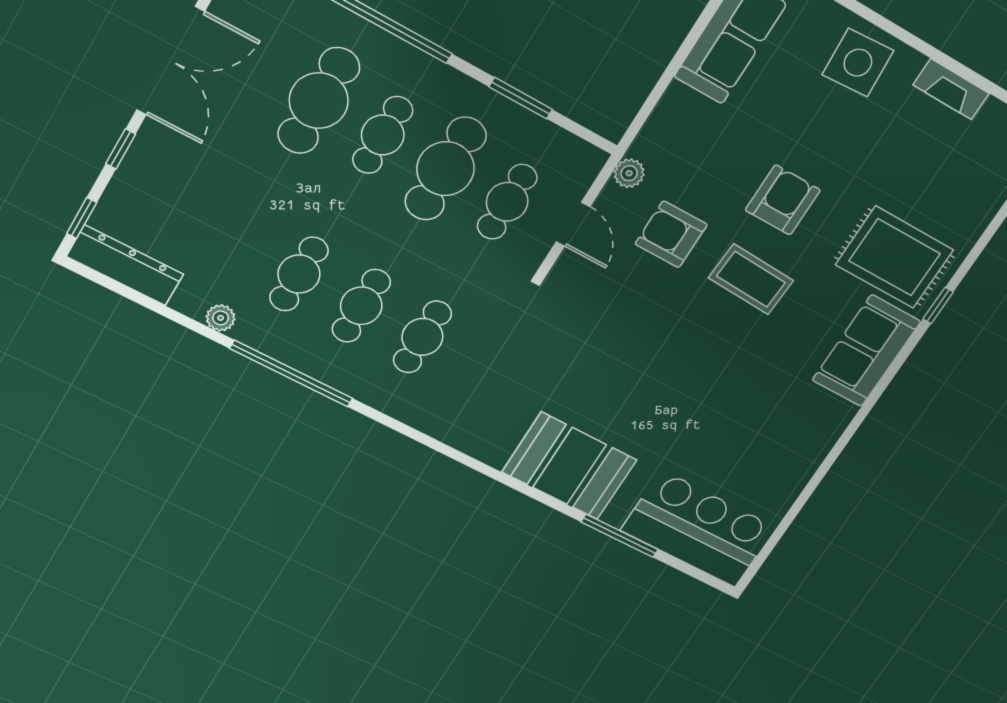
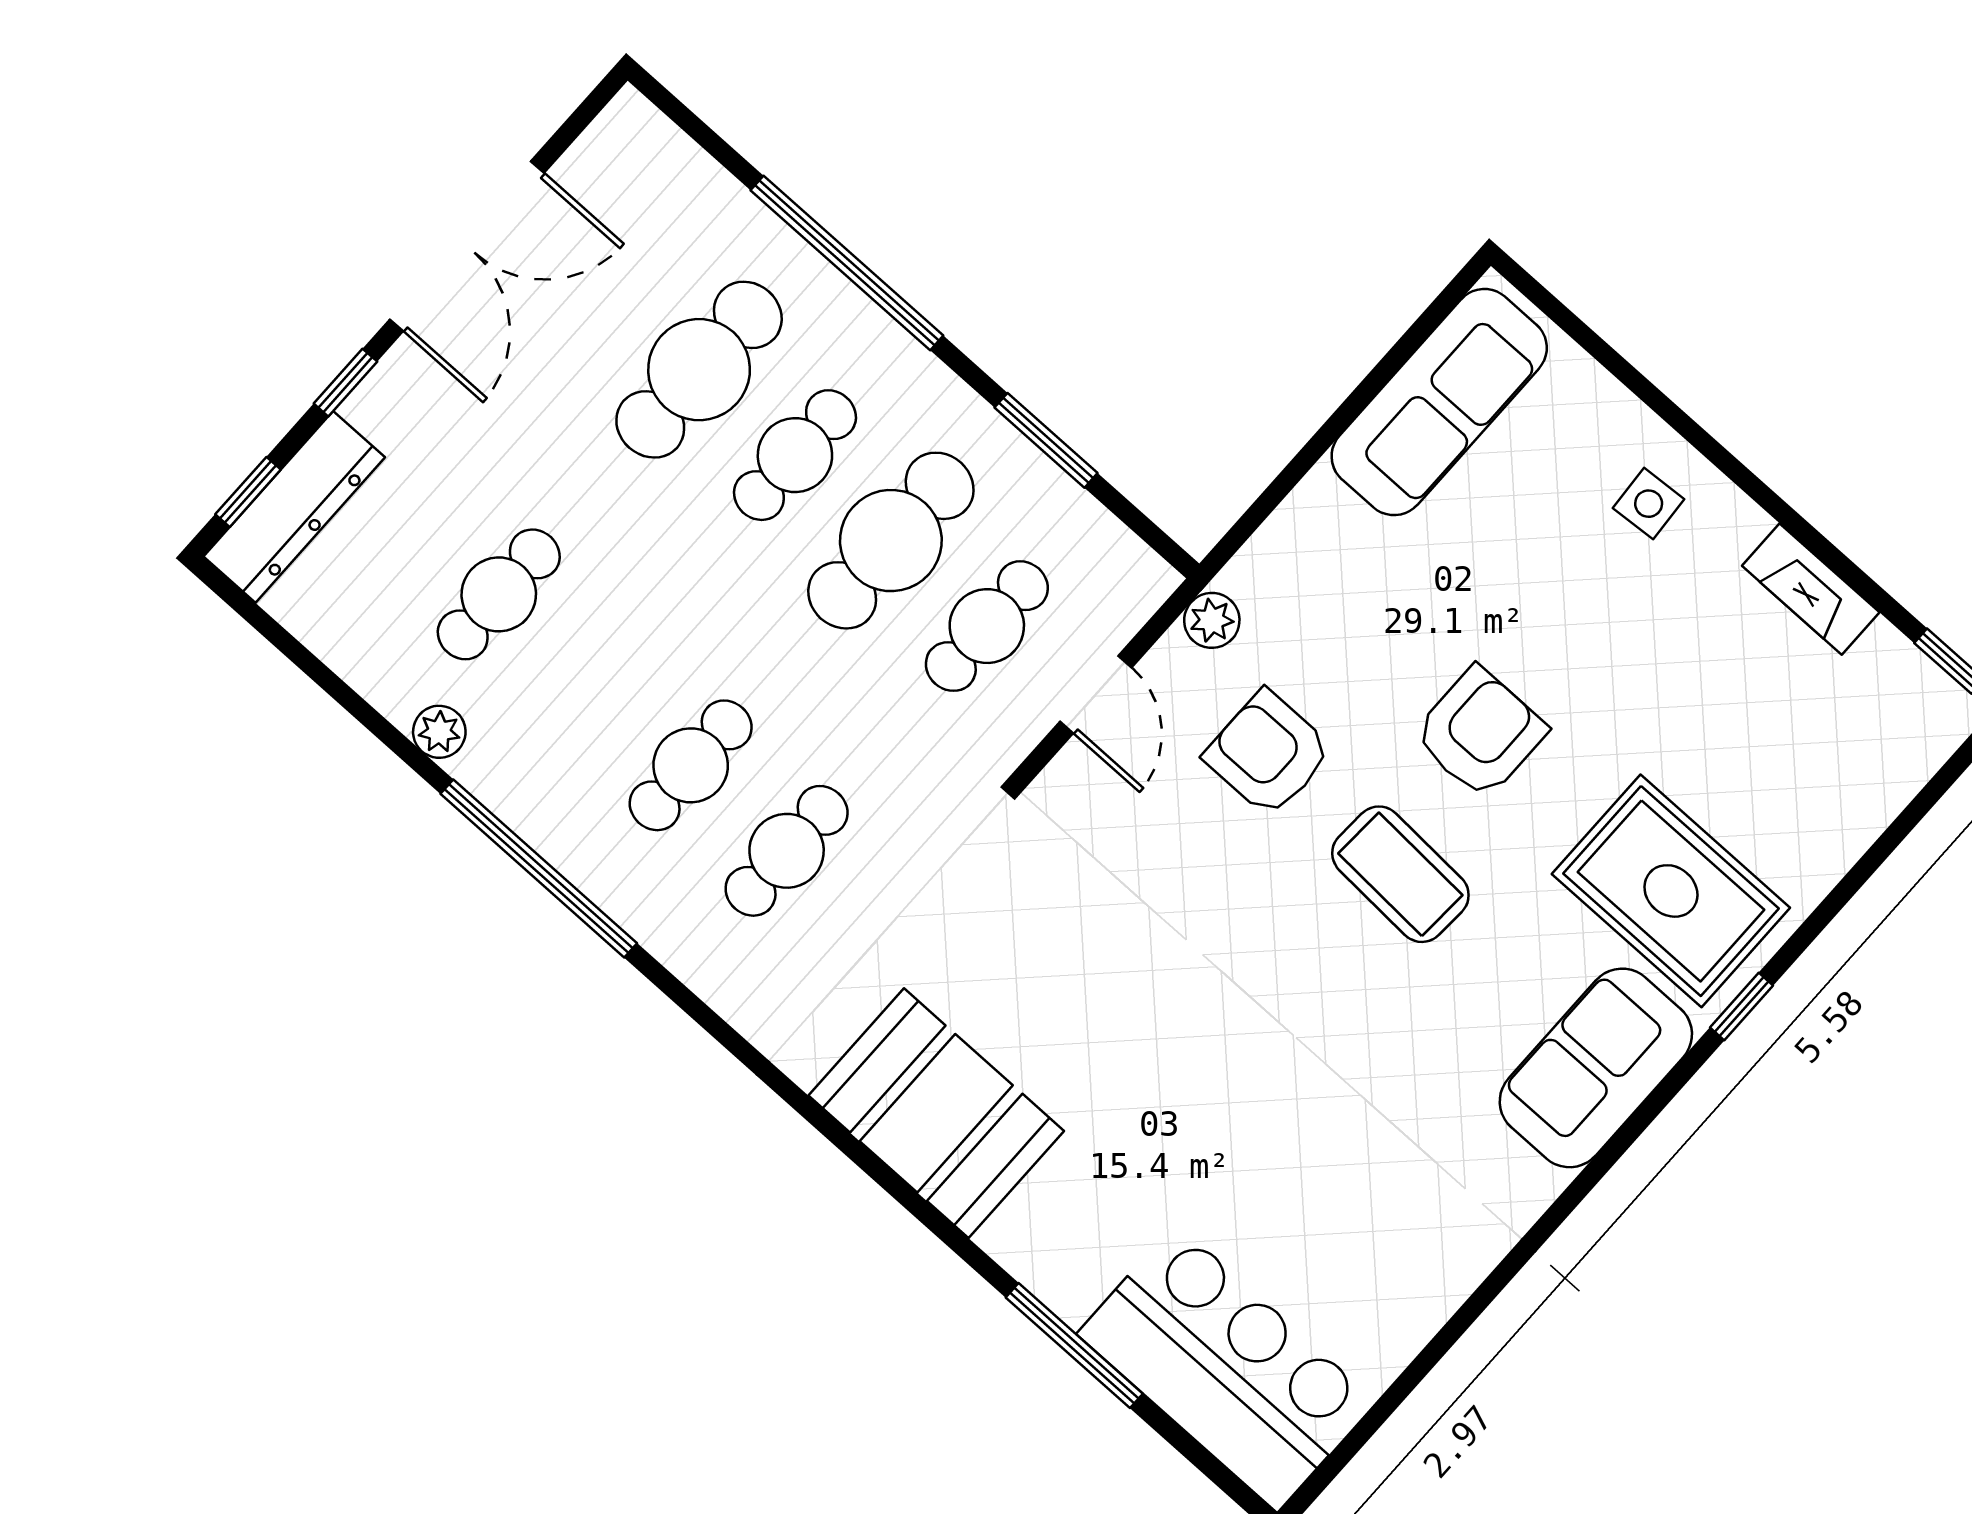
side table: (858, 63) -> (1649, 504), width x0.54, depth x0.54
dresser: (125, 265) -> (294, 507), moved, turned 90
cafe table: (299, 274) -> (499, 594), moved
booth: (570, 466) -> (936, 1113), moved

